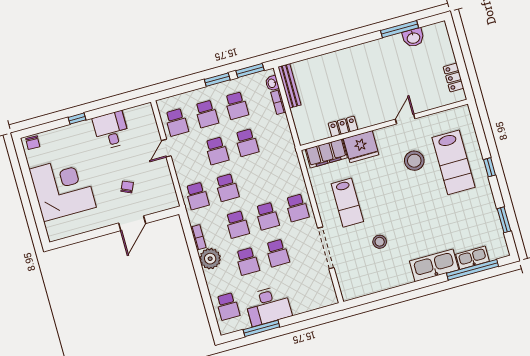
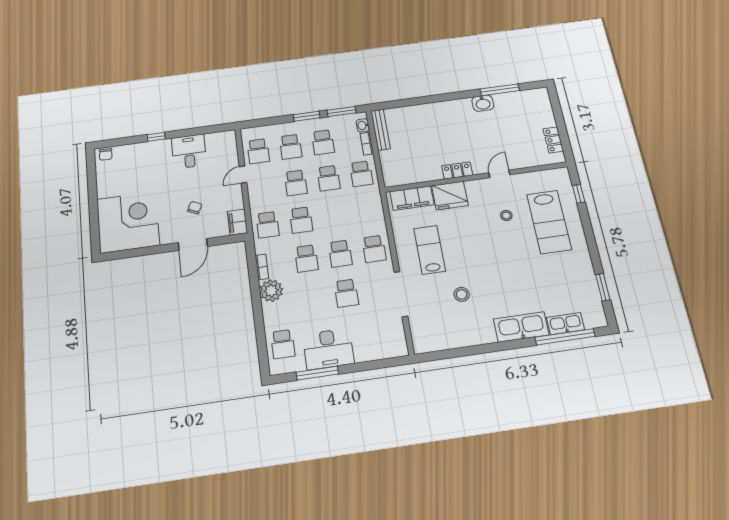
washbasin: (413, 38) -> (483, 103), moved
locker: (343, 126) -> (457, 170), moved
stool: (414, 161) -> (506, 216), width x0.53, depth x0.53
window: (489, 167) -> (579, 194), moved
corner desk: (63, 188) -> (128, 222), moved
filing cabinet: (169, 197) -> (237, 222), added
lab bench: (347, 203) -> (430, 250), turned 180
school desk: (247, 261) -> (361, 174), moved

